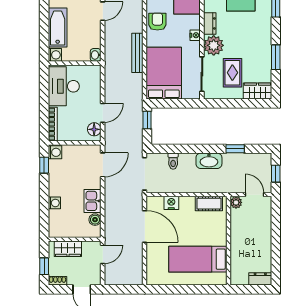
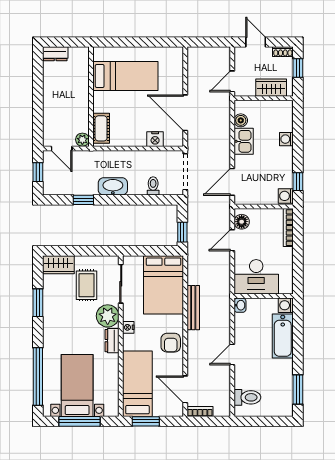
desk: (64, 86) -> (256, 277), moved, turned 90
cot: (209, 204) -> (101, 128), moved, turned 90

